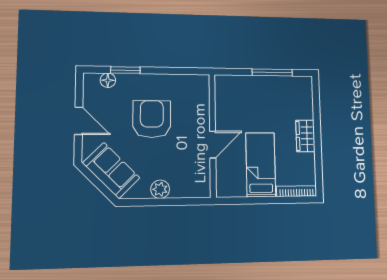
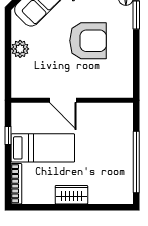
window: (272, 72) -> (136, 162), width x1.46
window: (249, 200) -> (8, 135), added

